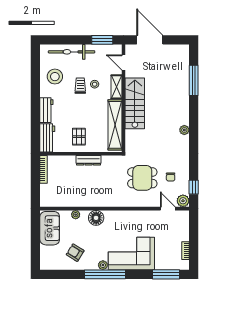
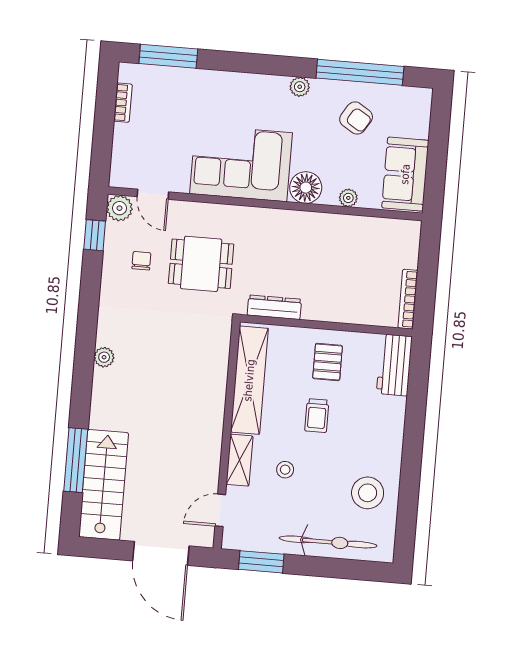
door: (124, 62) -> (220, 510), swing flipped
trolley: (80, 86) -> (317, 416), moved
stairs: (135, 103) -> (104, 485), moved, turned 180
workbench: (46, 110) -> (391, 423), removed
dresser: (89, 160) -> (274, 307), moved
corner sofa: (131, 253) -> (241, 163), moved, turned 180
window: (105, 274) -> (360, 72), moved

